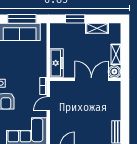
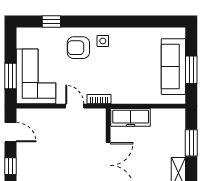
window: (22, 19) -> (191, 70), width x0.69

